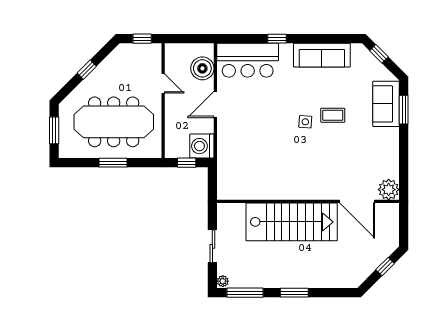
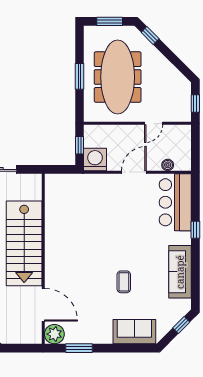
boiler: (202, 68) -> (168, 165), width x0.54, depth x0.54
window: (87, 70) -> (150, 35), moved
door: (215, 104) -> (134, 172), hinge flipped
window: (404, 110) -> (79, 348), moved
side table: (305, 122) -> (118, 256), removed
door: (357, 201) -> (43, 305), swing flipped

